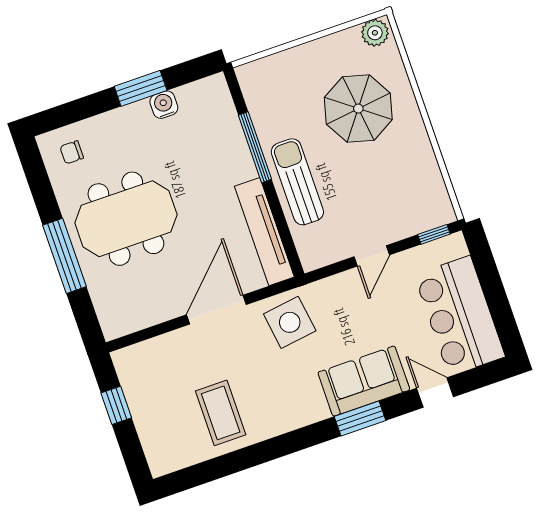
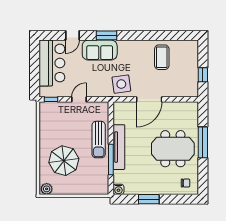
water cooler: (164, 105) -> (118, 189), moved
tv unit: (264, 232) -> (119, 147), moved
door: (435, 392) -> (73, 35), hinge flipped

